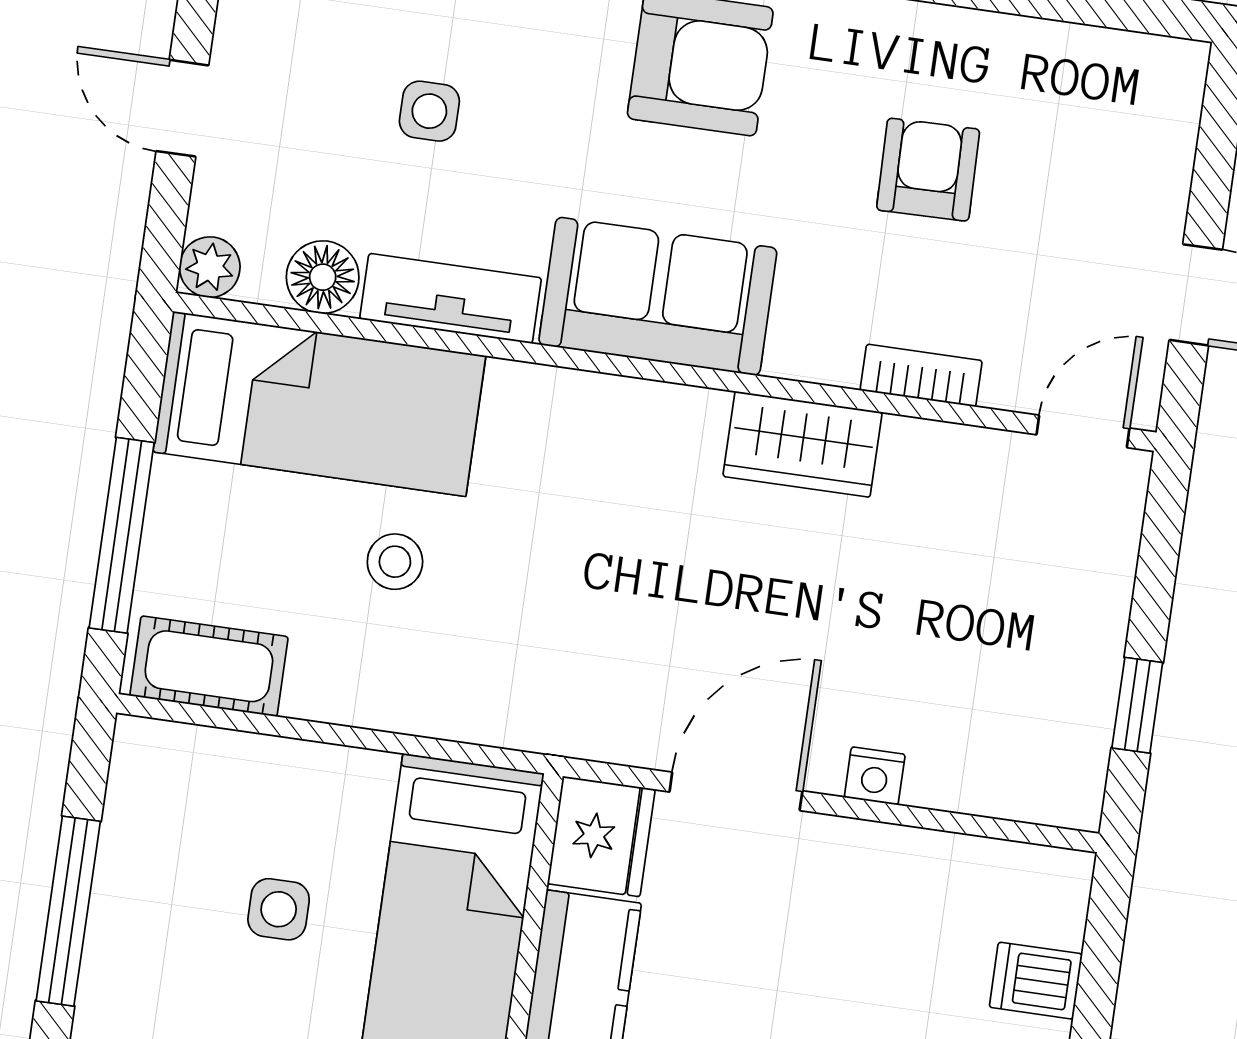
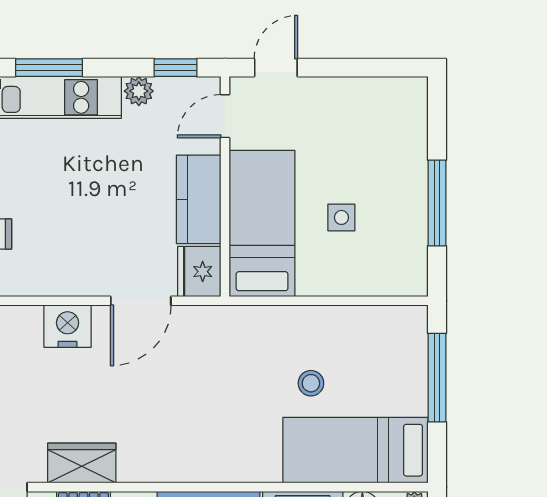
wardrobe: (803, 444) -> (82, 463), moved
cot: (209, 666) -> (389, 324), removed
nightstand: (875, 776) -> (68, 326), width x1.89, depth x1.79

